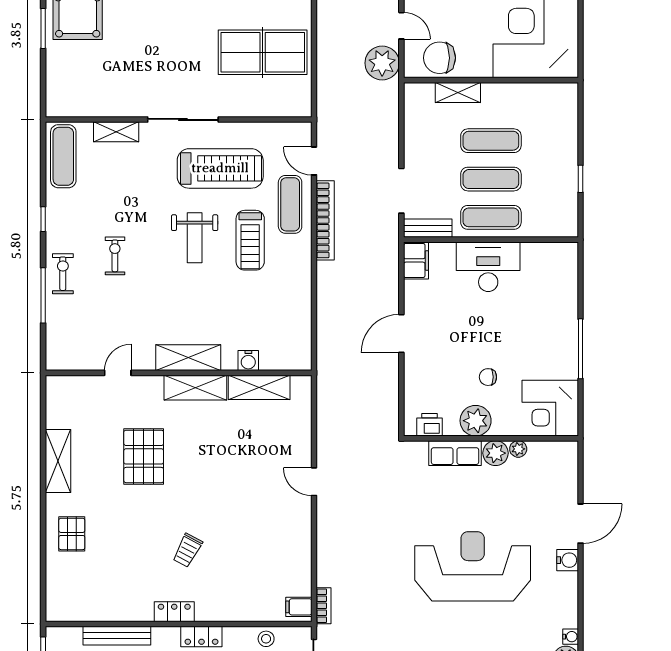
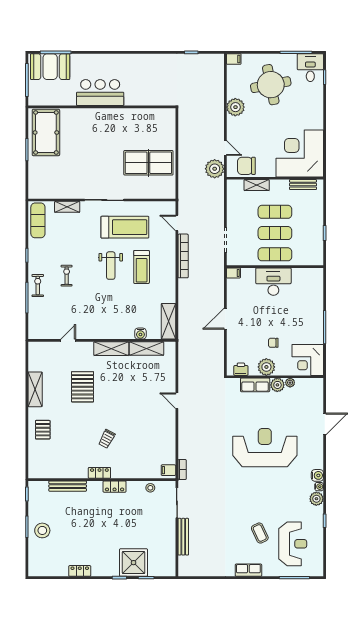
exercise mat: (290, 204) -> (164, 247), removed
bench: (428, 228) -> (303, 185), moved
filing cabinet: (416, 260) -> (233, 273), width x0.50
shelving: (188, 358) -> (168, 321), moved, turned 90
water cooler: (568, 560) -> (317, 475), moved

